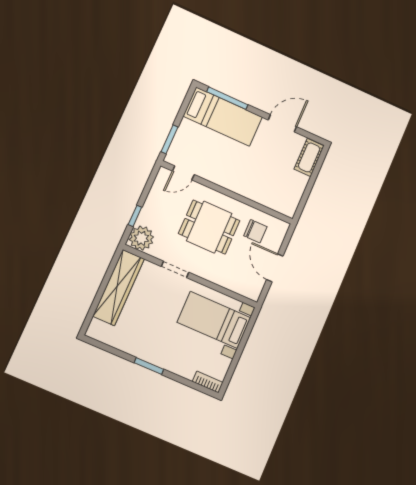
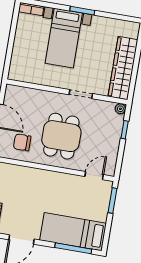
dining table: (209, 227) -> (61, 136), turned 90
plant: (141, 238) -> (120, 109), width x0.53, depth x0.53
bed with nightstands: (214, 320) -> (64, 38), moved, turned 90

